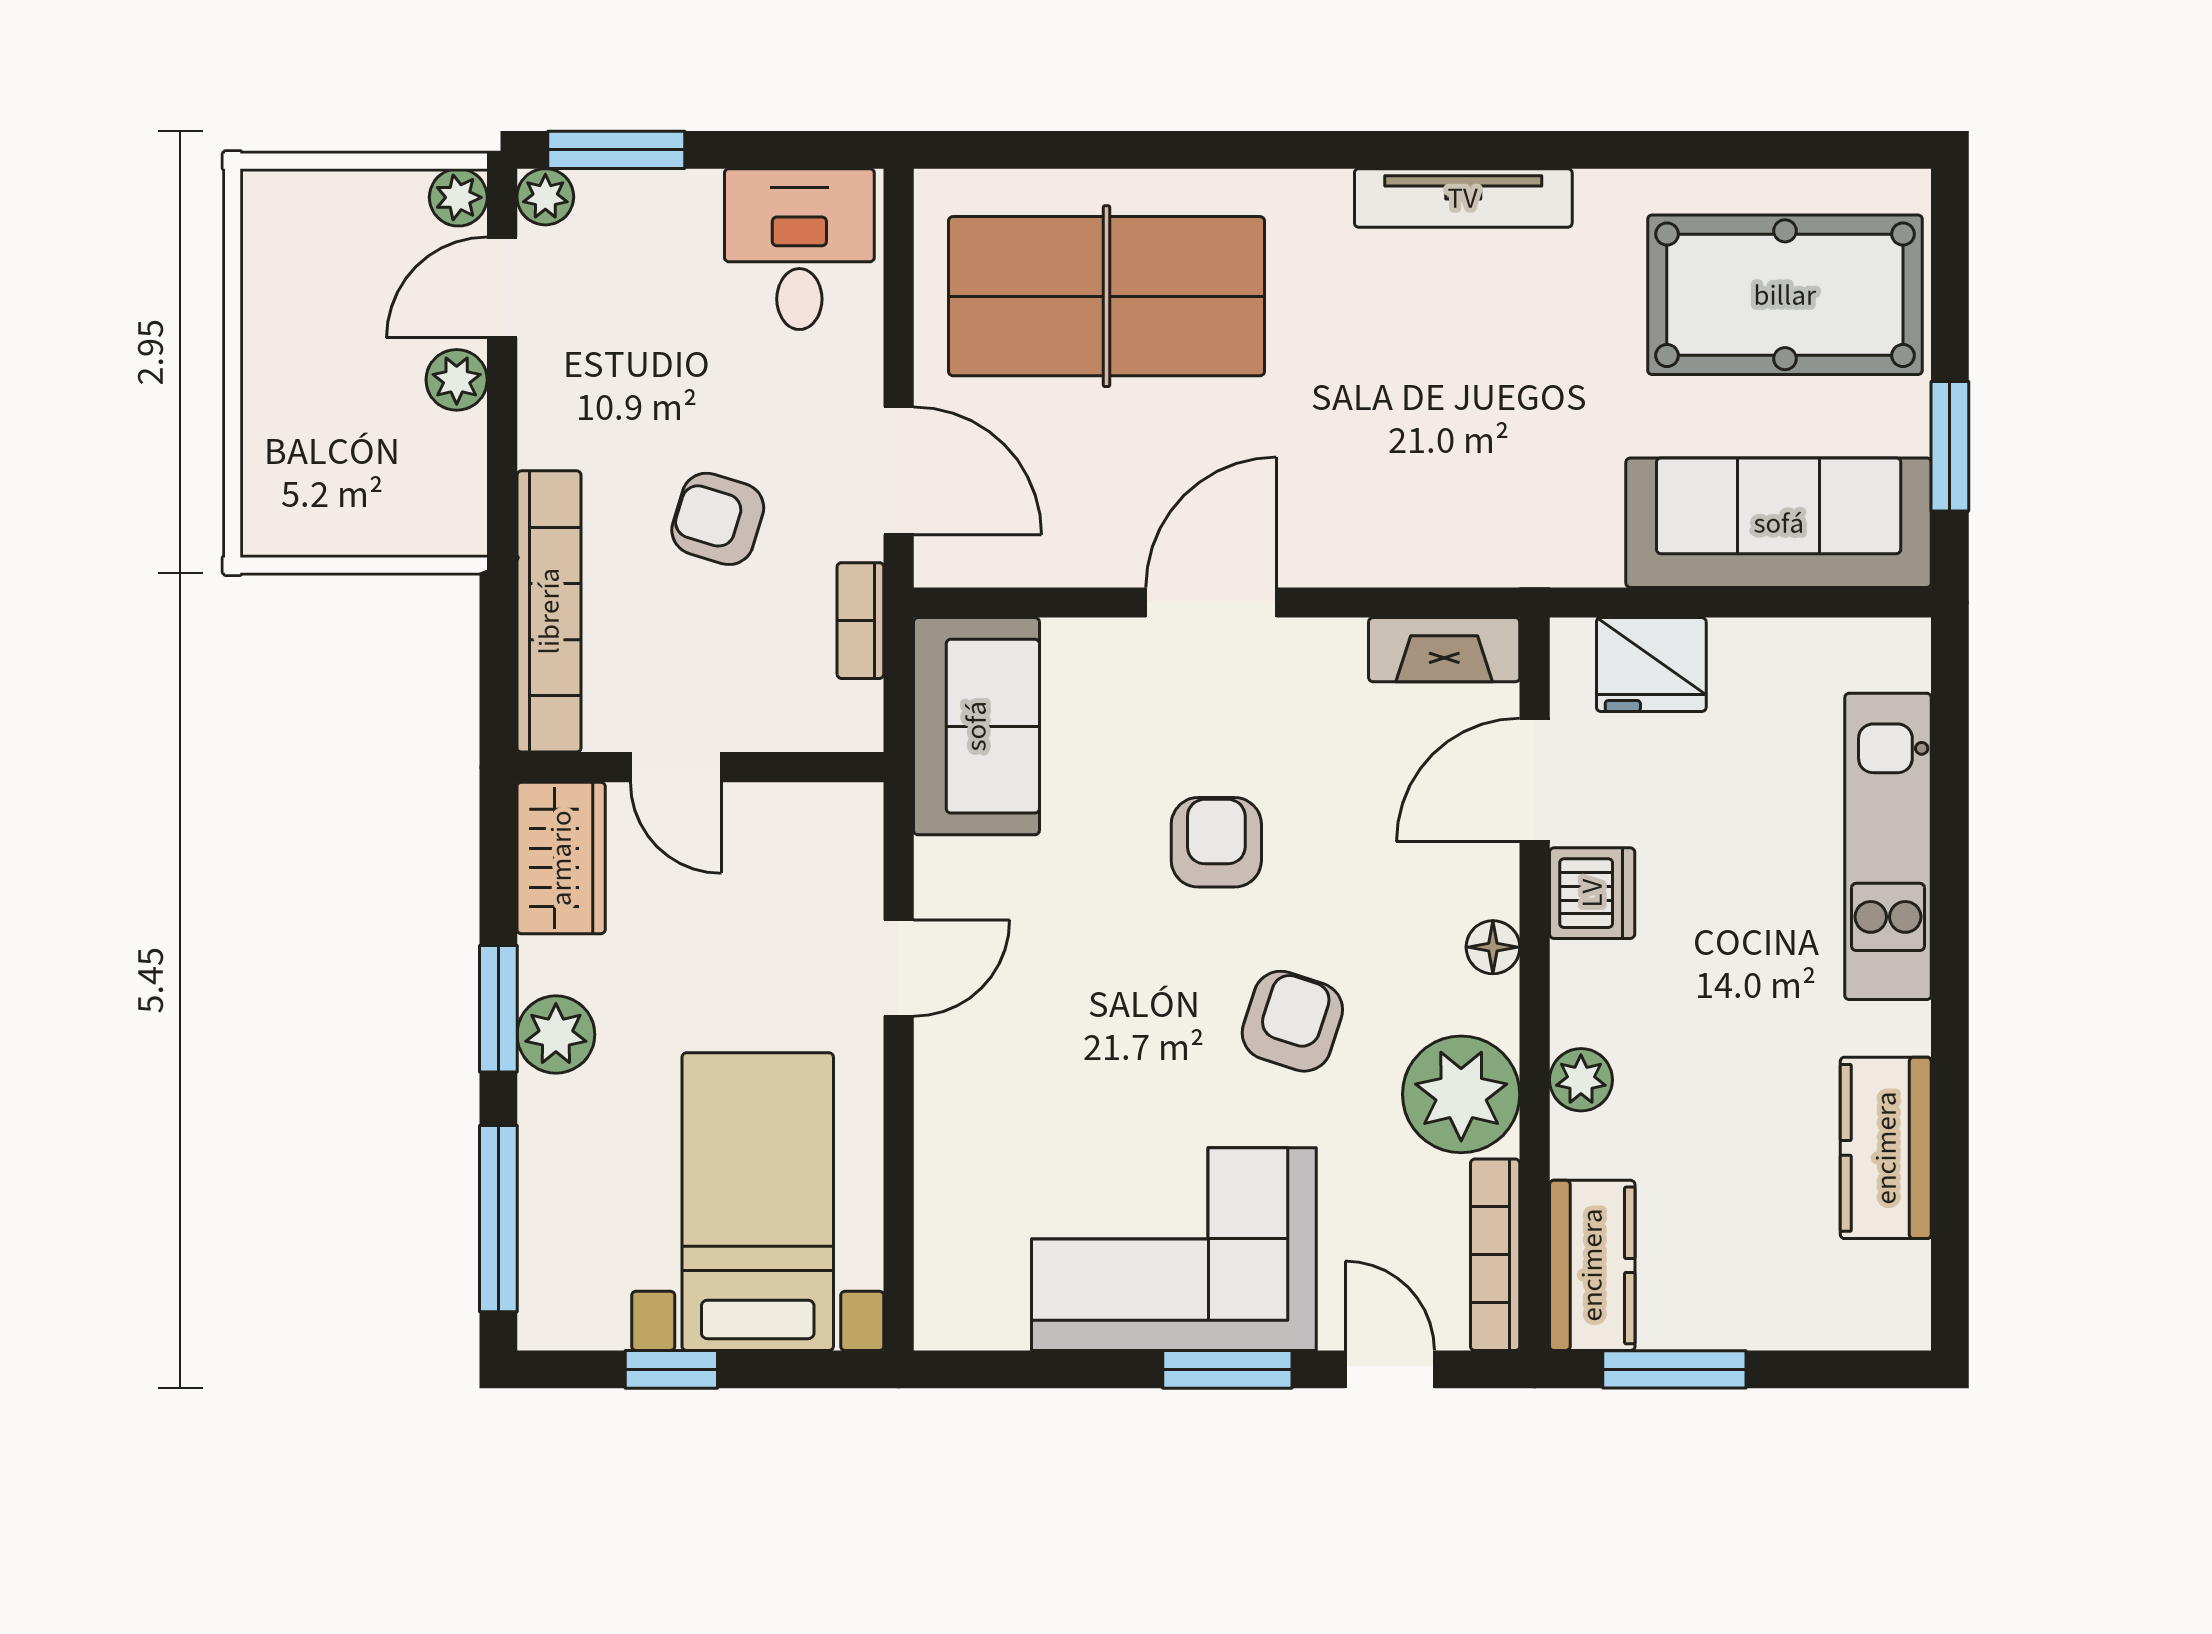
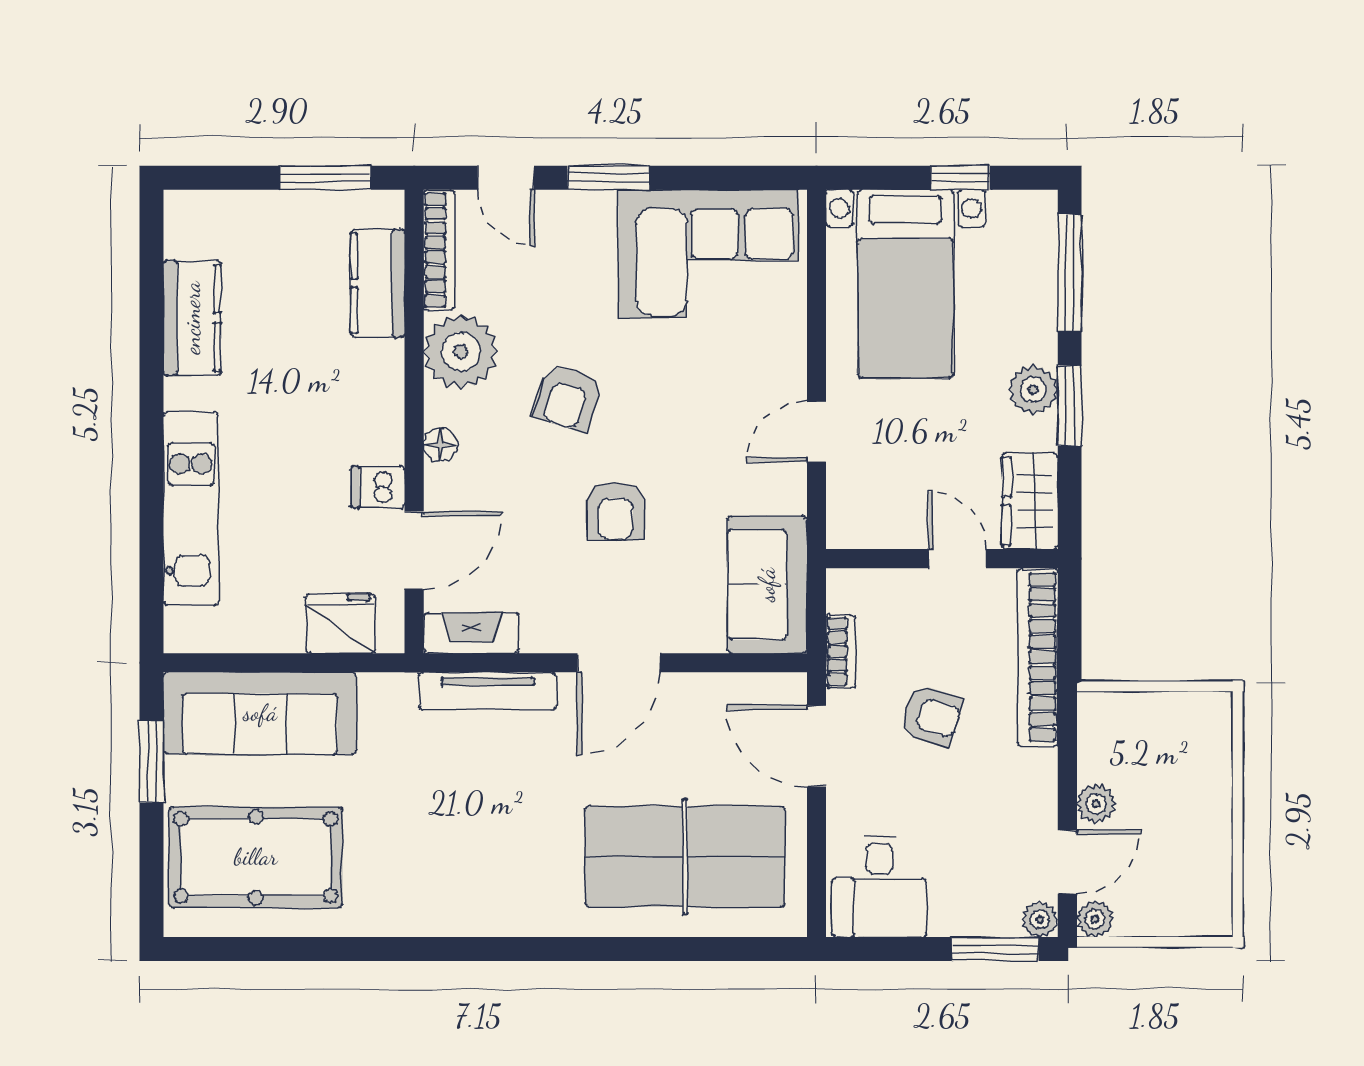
tv unit: (1463, 198) -> (488, 691), moved, turned 180
dishwasher: (1592, 893) -> (378, 487), width x0.73
plant: (1581, 1080) -> (385, 361), removed
corner sofa: (1174, 1249) -> (708, 254), moved
kitchen counter: (1592, 1265) -> (378, 283), moved

